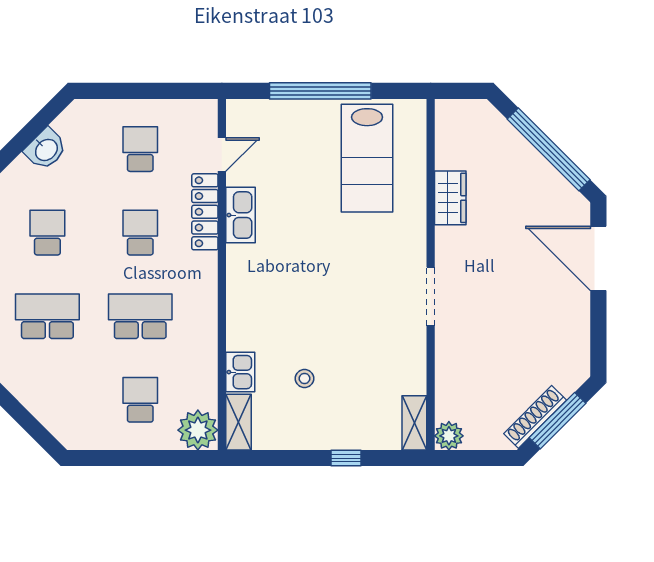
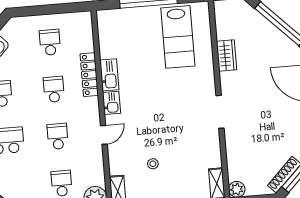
door: (222, 155) -> (104, 135), moved
school desk: (140, 316) -> (58, 136), width x0.54
kitchen sink: (240, 372) -> (112, 103), moved

